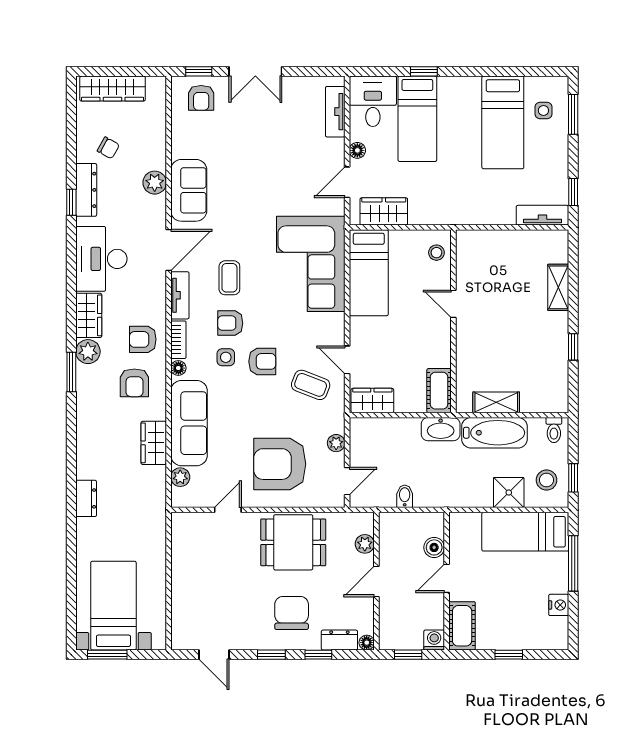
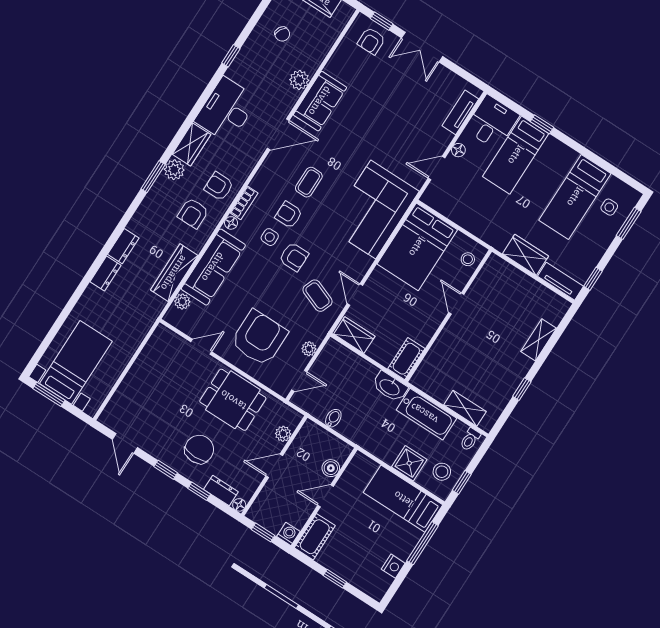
dresser: (86, 190) -> (123, 246), moved, width x0.70
wardrobe: (384, 211) -> (525, 255), moved
bed: (369, 273) -> (417, 247), width x1.50
tv unit: (180, 295) -> (265, 172), removed
shelving: (496, 402) -> (465, 408), moved
wardrobe: (154, 443) -> (174, 273), width x1.50
armchair: (280, 464) -> (259, 338), turned 90

